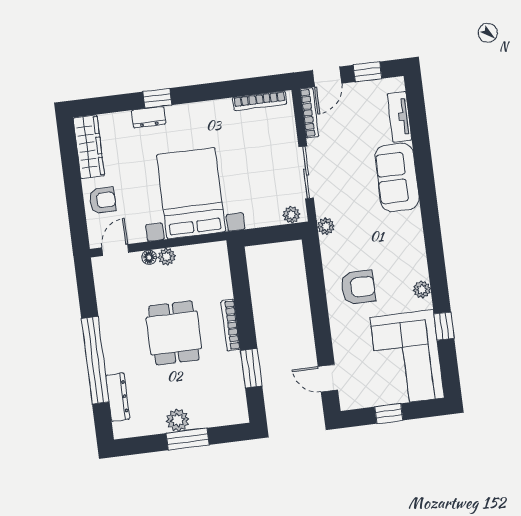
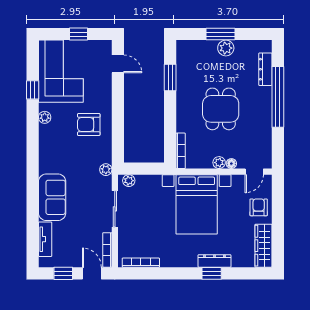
door: (327, 77) -> (92, 273), hinge flipped
dresser: (148, 117) -> (214, 261), width x1.44
armchair: (103, 200) -> (259, 207), turned 90
bookcase: (231, 325) -> (181, 151), moved

